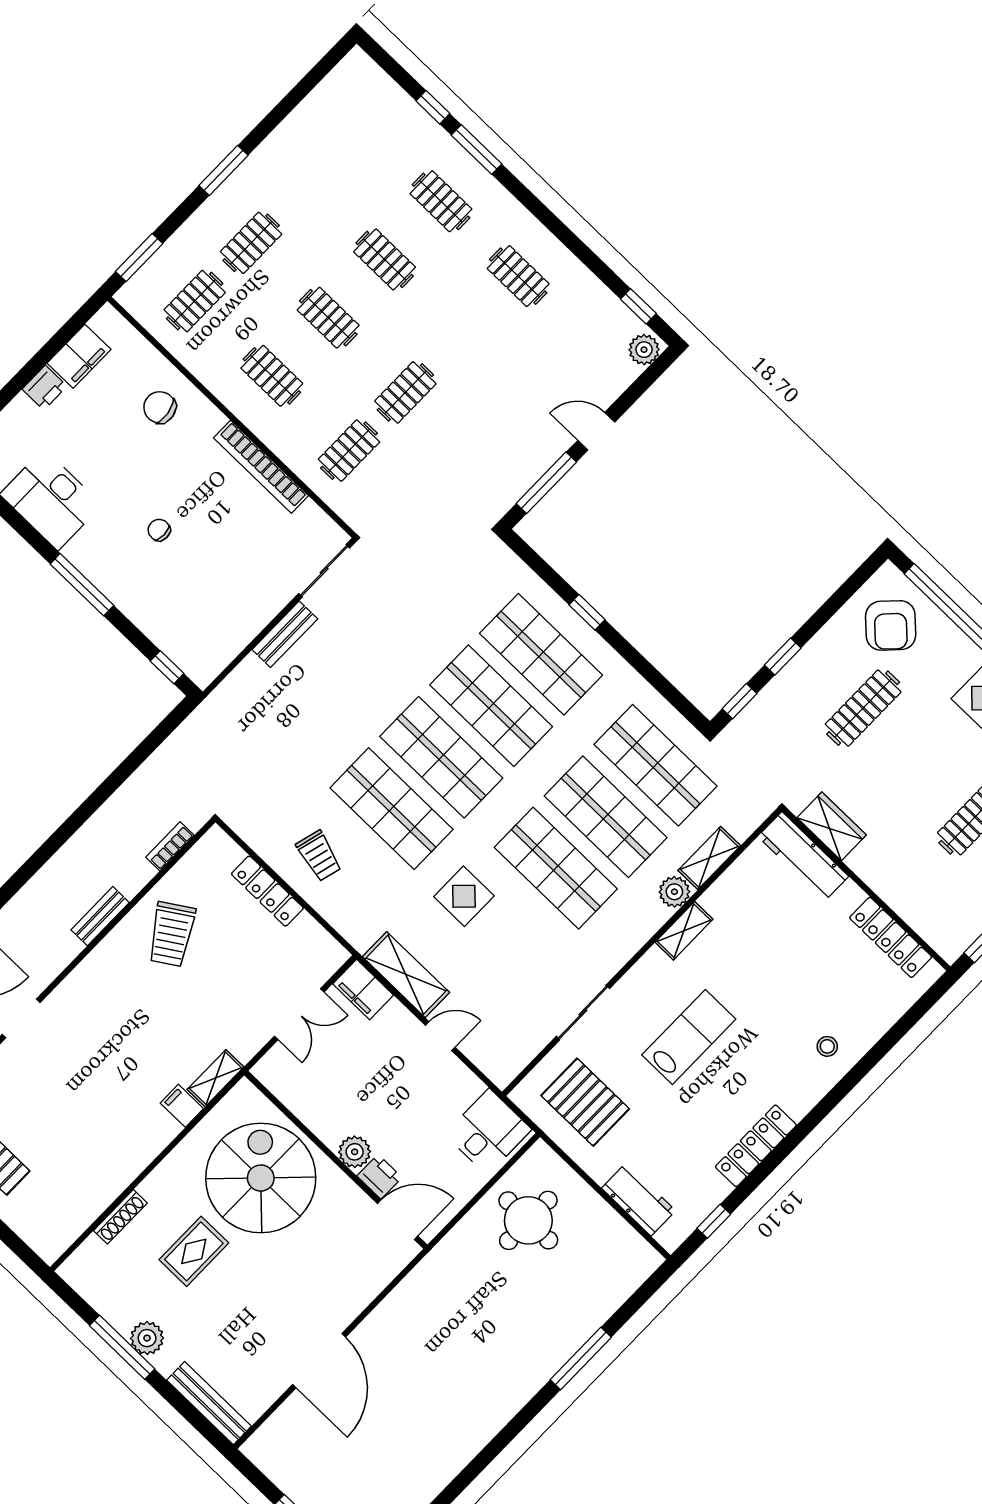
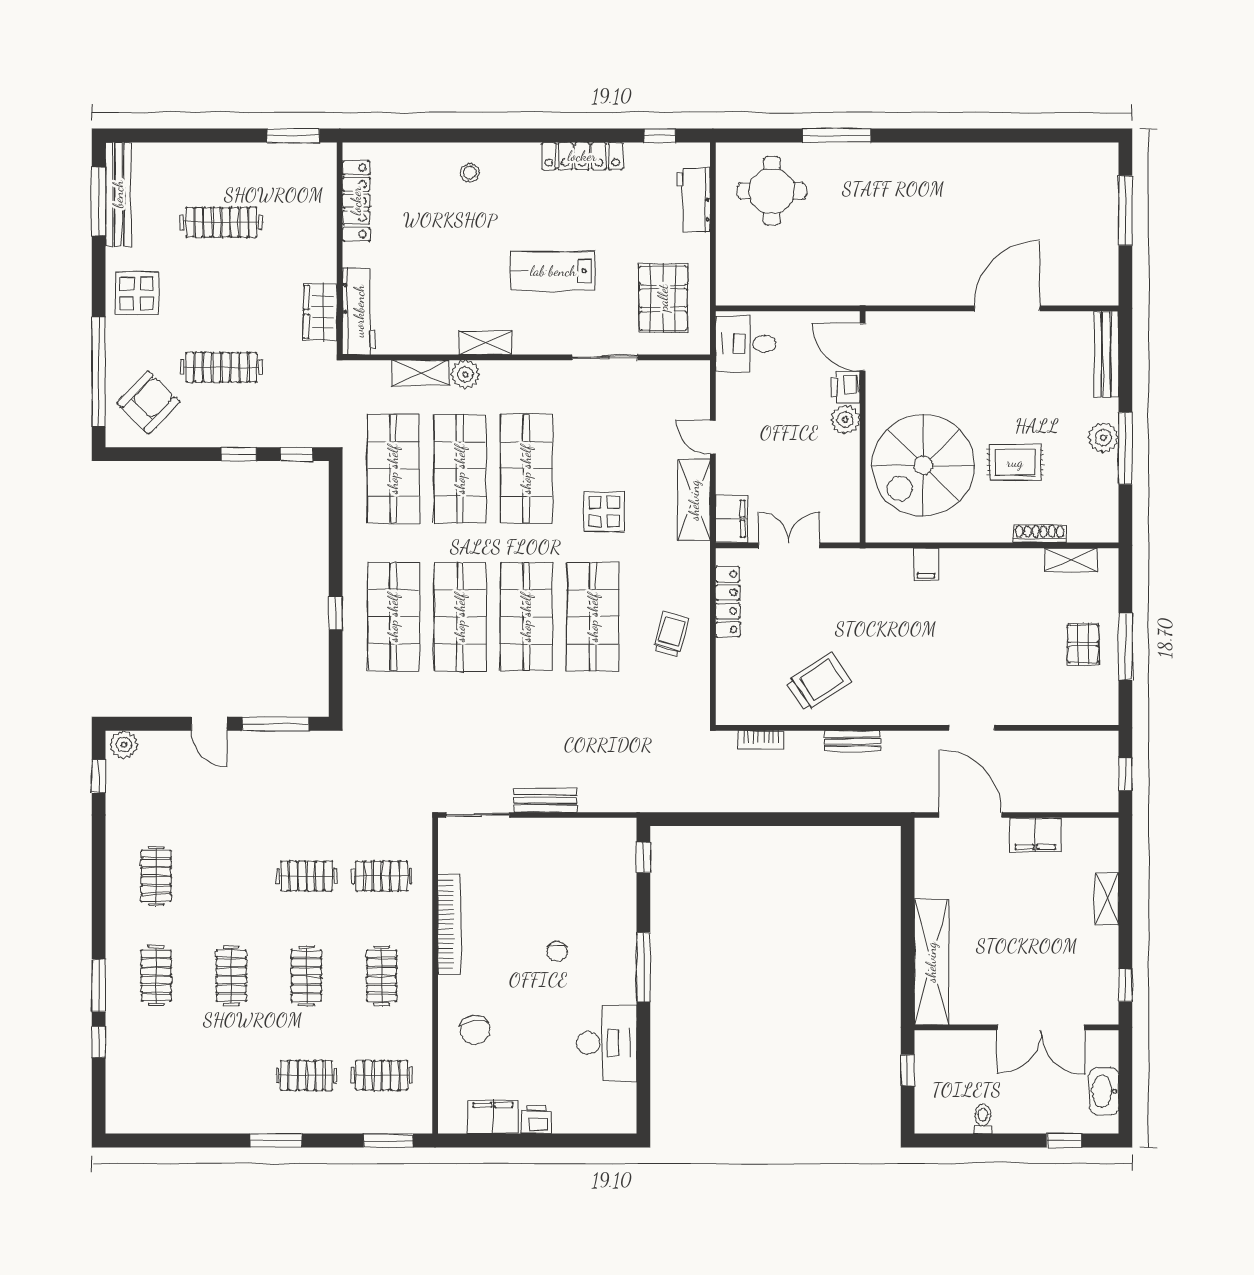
locker: (267, 891) -> (728, 602), moved
shelving: (216, 1078) -> (1071, 560), moved
round table: (528, 1220) -> (772, 191), moved

